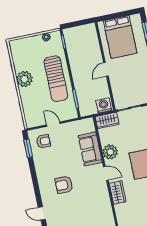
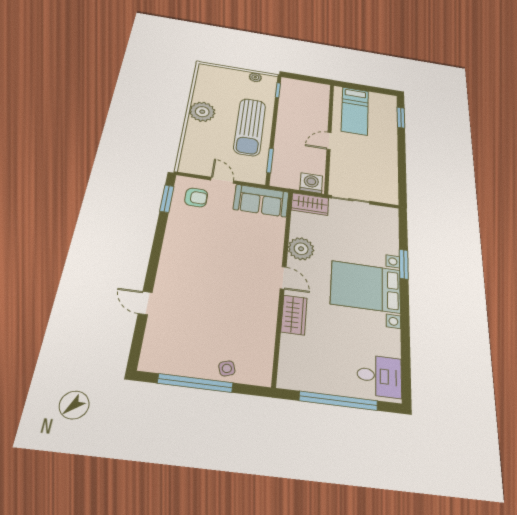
bed: (120, 37) -> (355, 111), width x0.67
sofa: (90, 149) -> (261, 201), moved, turned -90
armchair: (64, 185) -> (204, 271), removed

